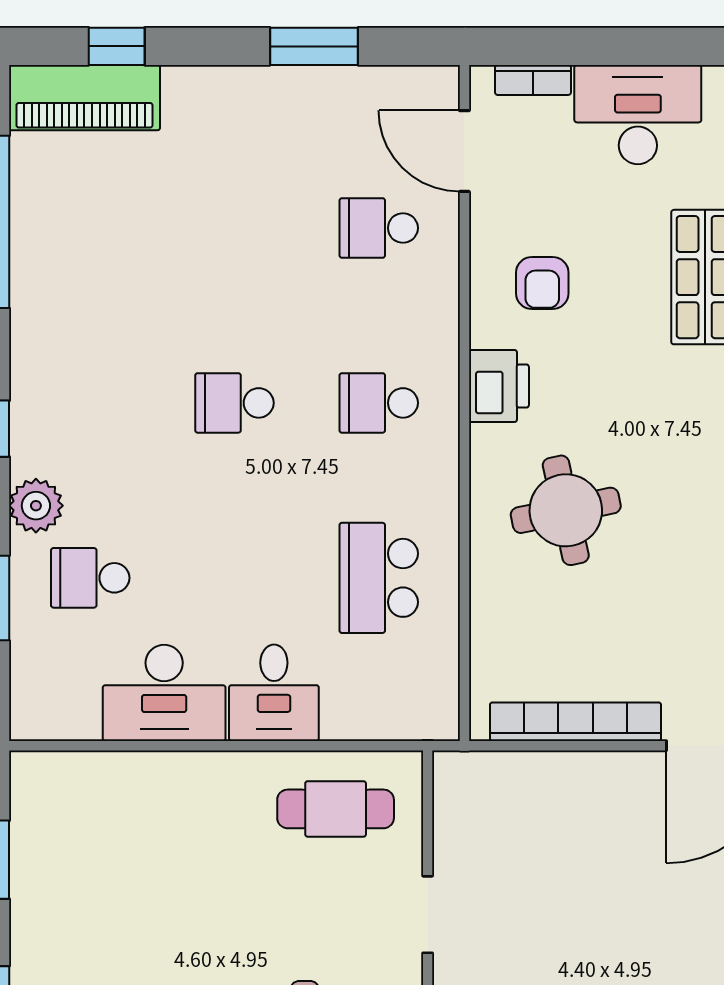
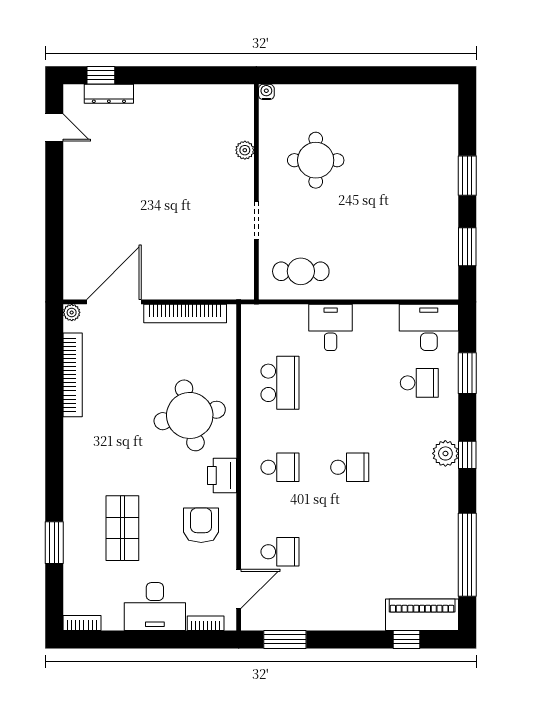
window: (314, 46) -> (285, 639), moved
door: (464, 151) -> (239, 589), hinge flipped
armchair: (542, 283) -> (201, 525), width x1.38, depth x1.38
plant: (36, 506) -> (445, 453), moved
round table: (566, 510) -> (190, 415), width x1.36, depth x1.36
desk: (164, 693) -> (429, 327), moved

